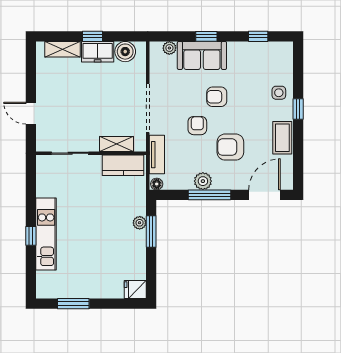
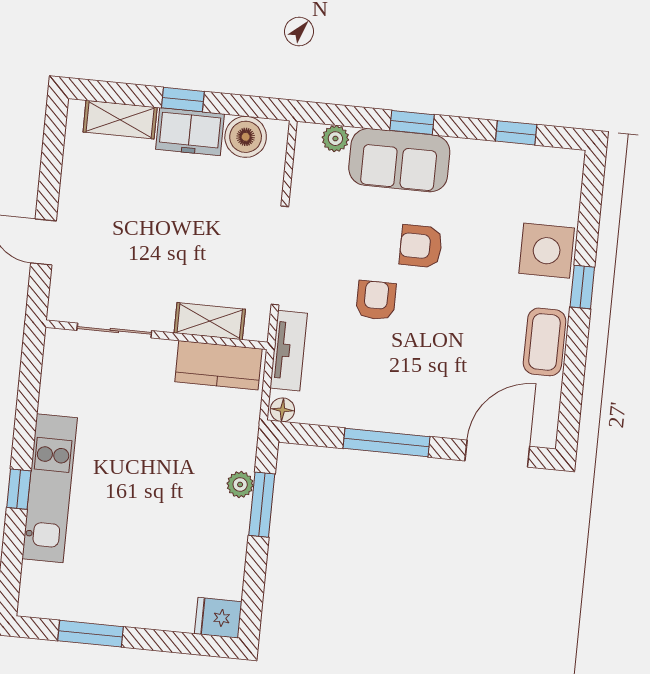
side table: (279, 93) -> (547, 251), width x1.87, depth x1.87
armchair: (230, 147) -> (438, 350), removed
plant: (203, 181) -> (376, 413), removed

